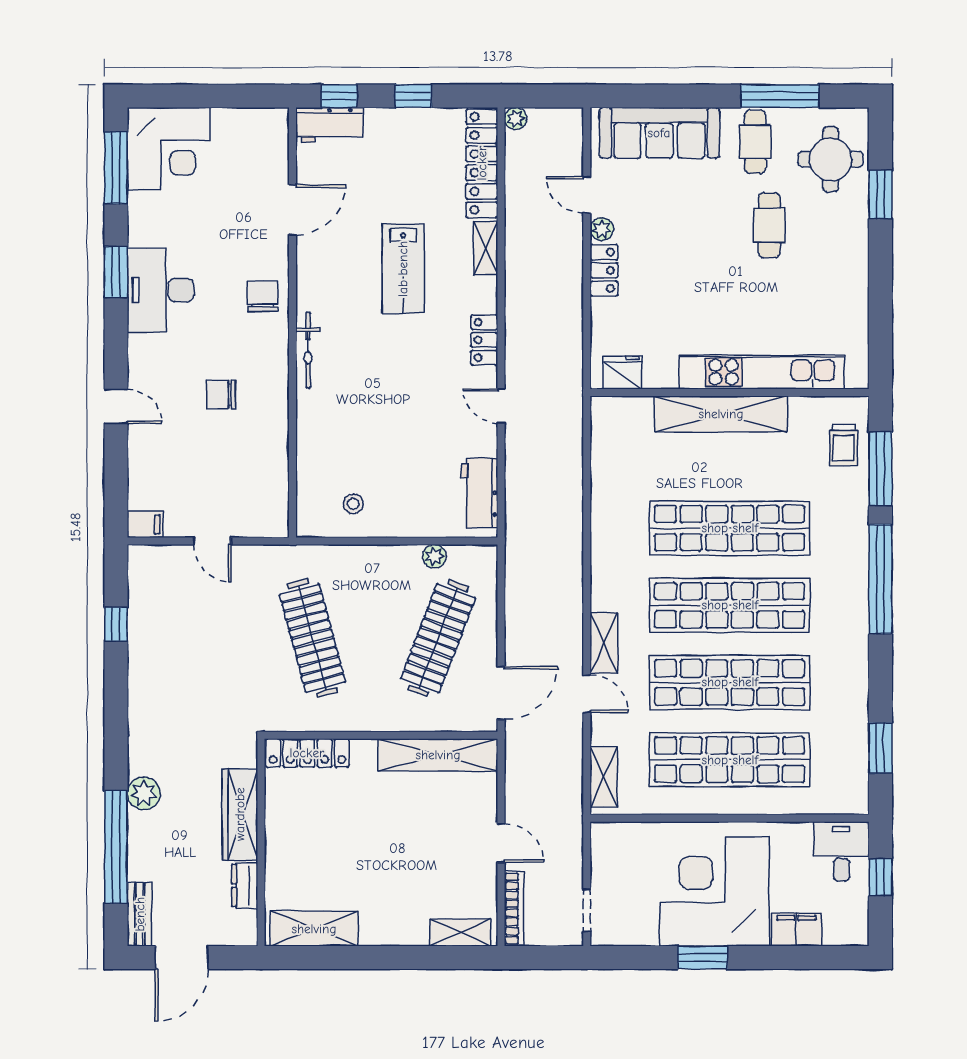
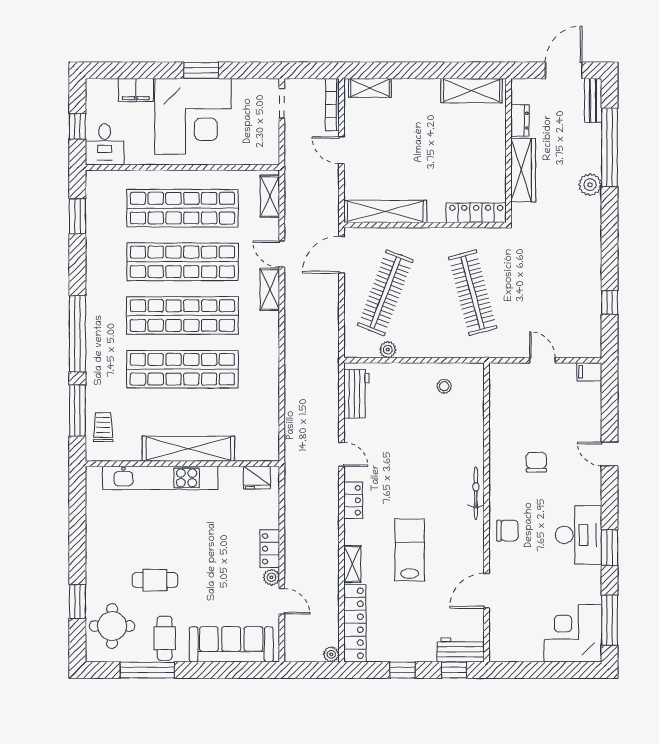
cafe table: (769, 225) -> (155, 580), turned 90
chair: (263, 296) -> (507, 531), turned -90
chair: (221, 395) -> (536, 462), turned -90

